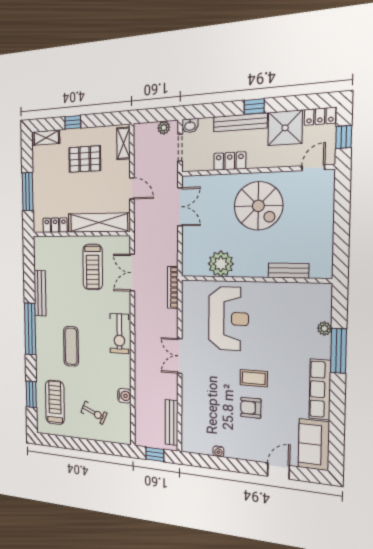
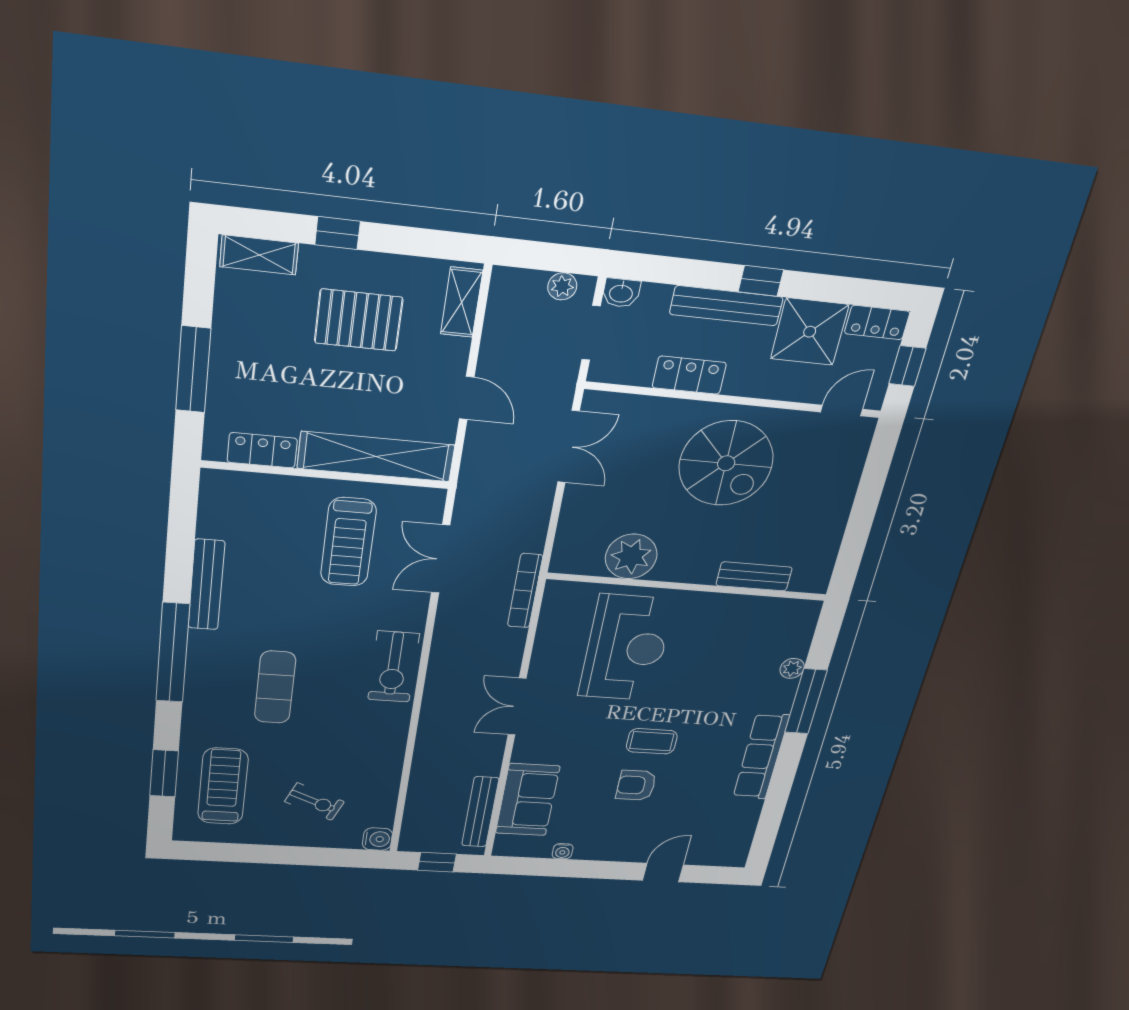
water cooler: (124, 396) -> (377, 839), moved
sofa: (314, 445) -> (528, 800), moved, turned 180

